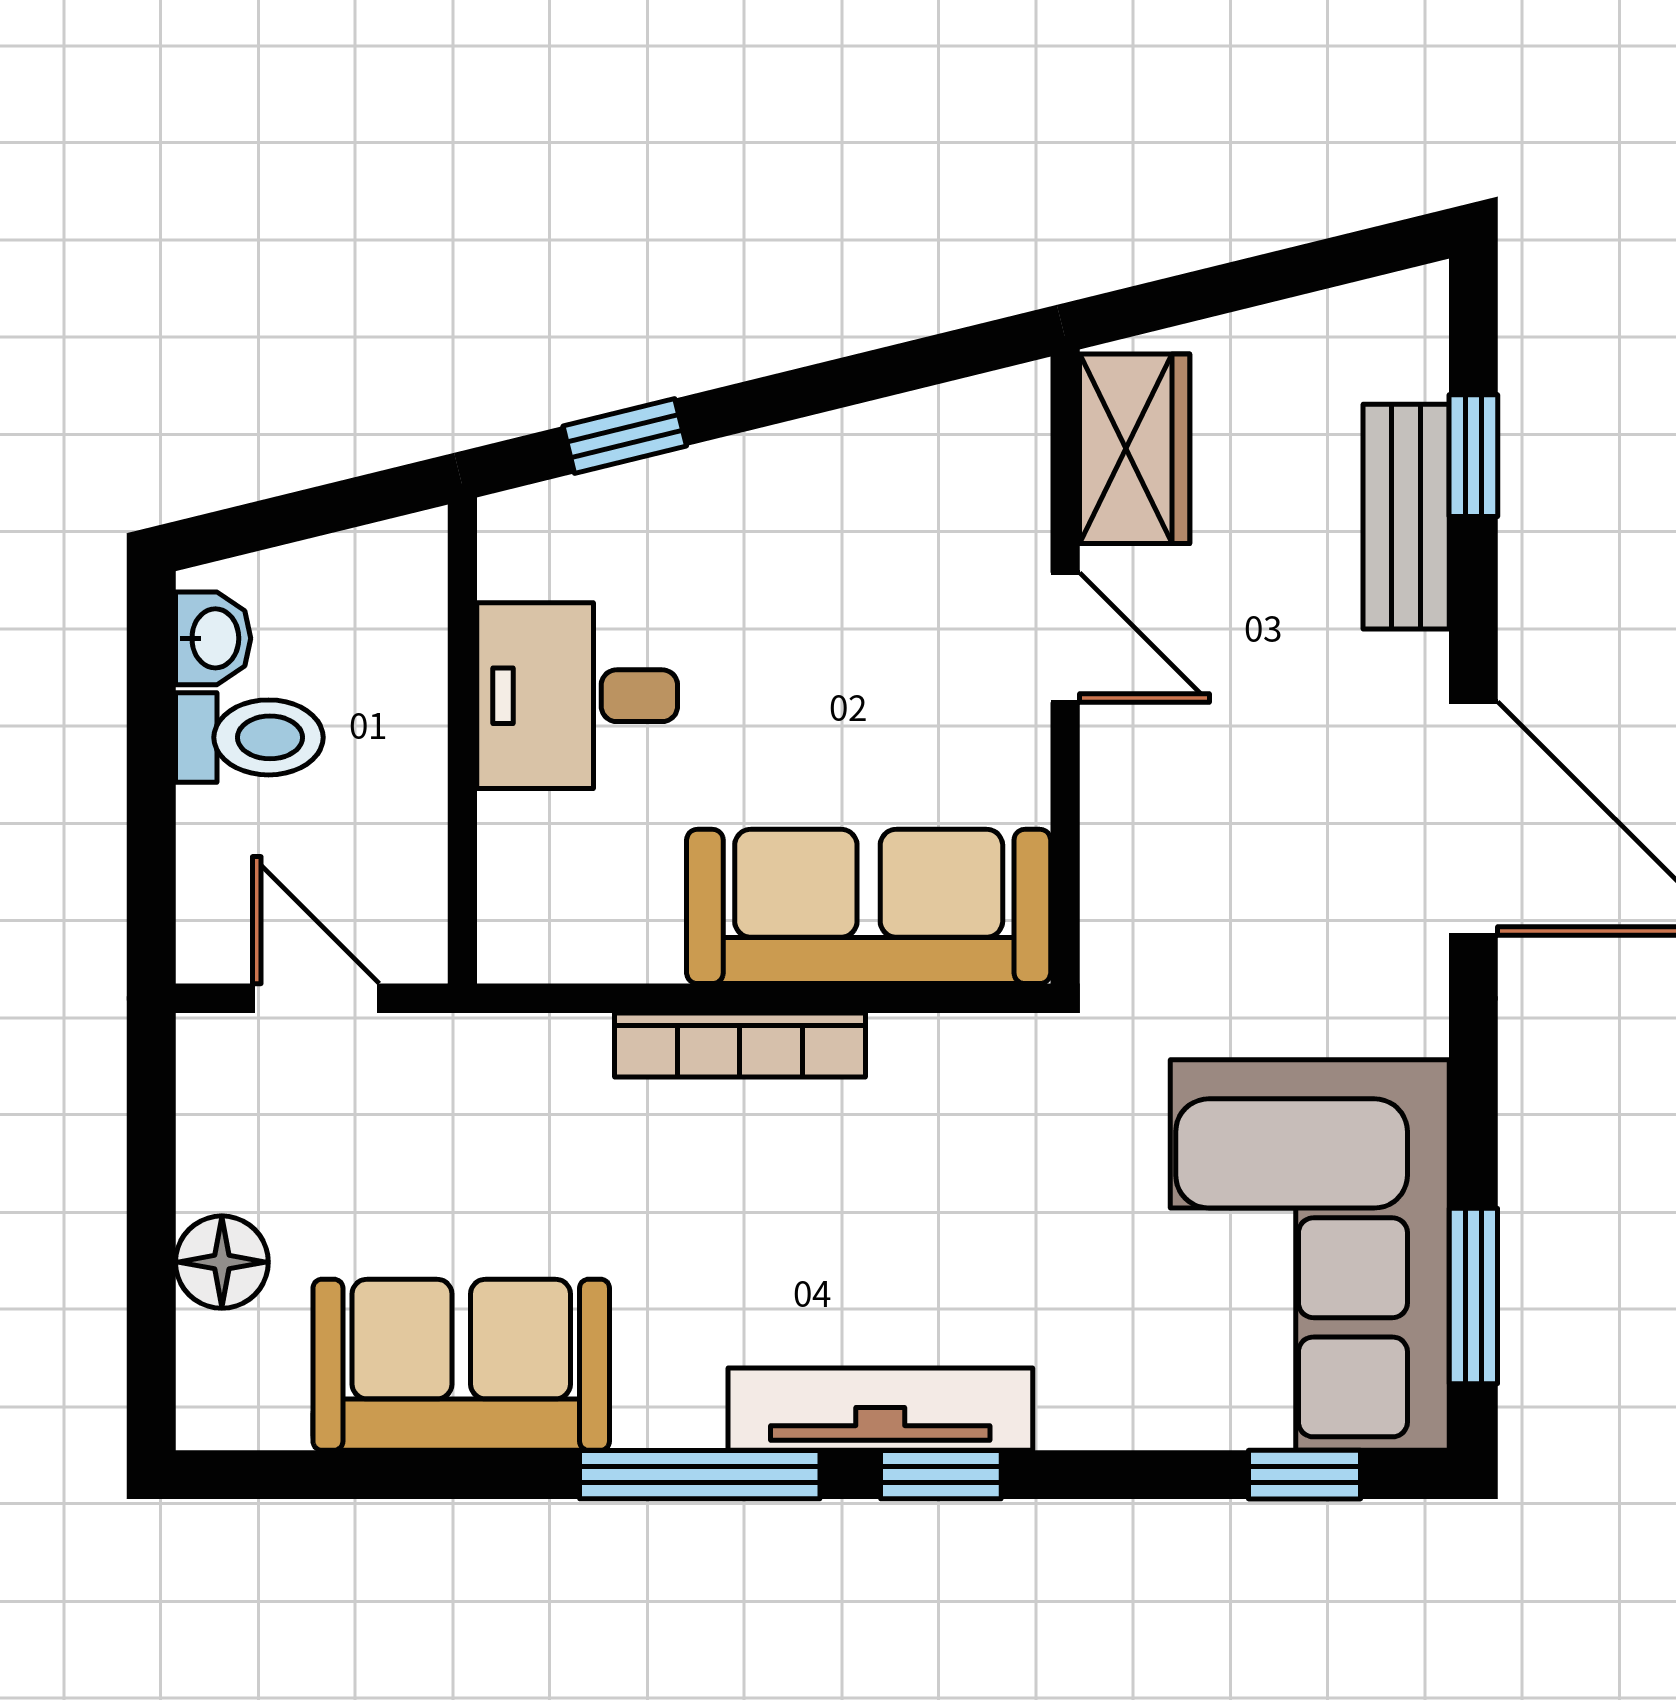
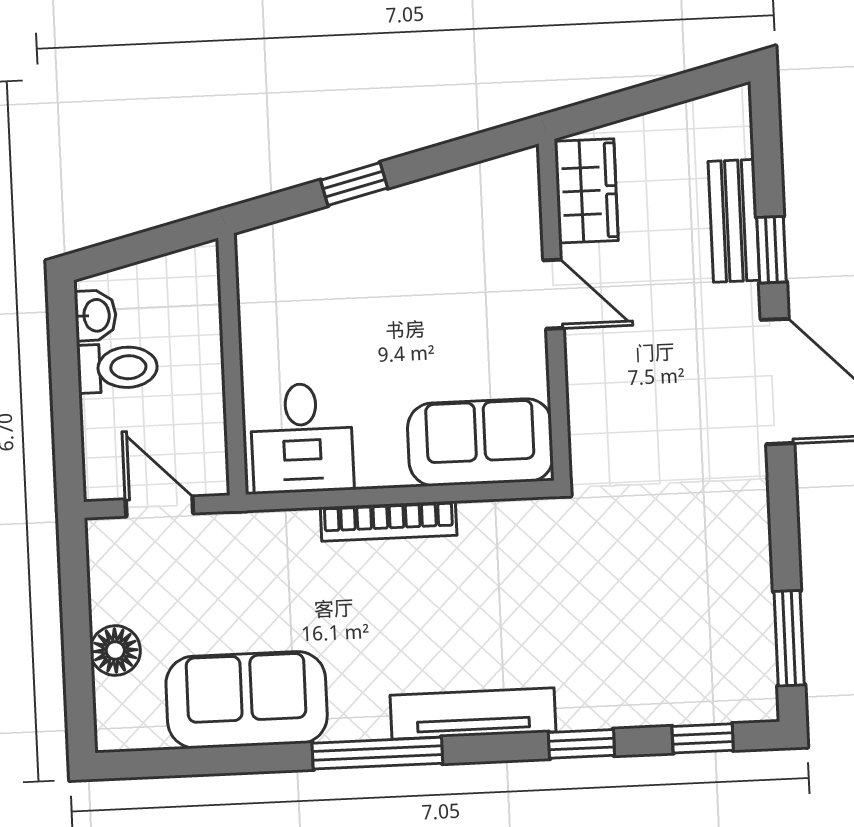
window: (625, 436) -> (354, 184), moved
window: (1473, 456) -> (771, 250), moved
desk: (577, 696) -> (302, 438), moved, turned -90
sofa: (869, 906) -> (480, 442), width x0.73
corner sofa: (1310, 1255) -> (700, 620), removed
window: (941, 1475) -> (581, 744), moved

